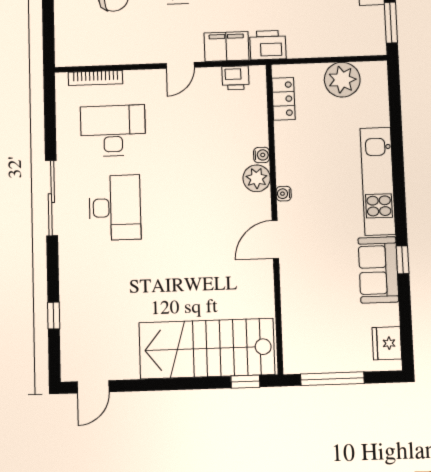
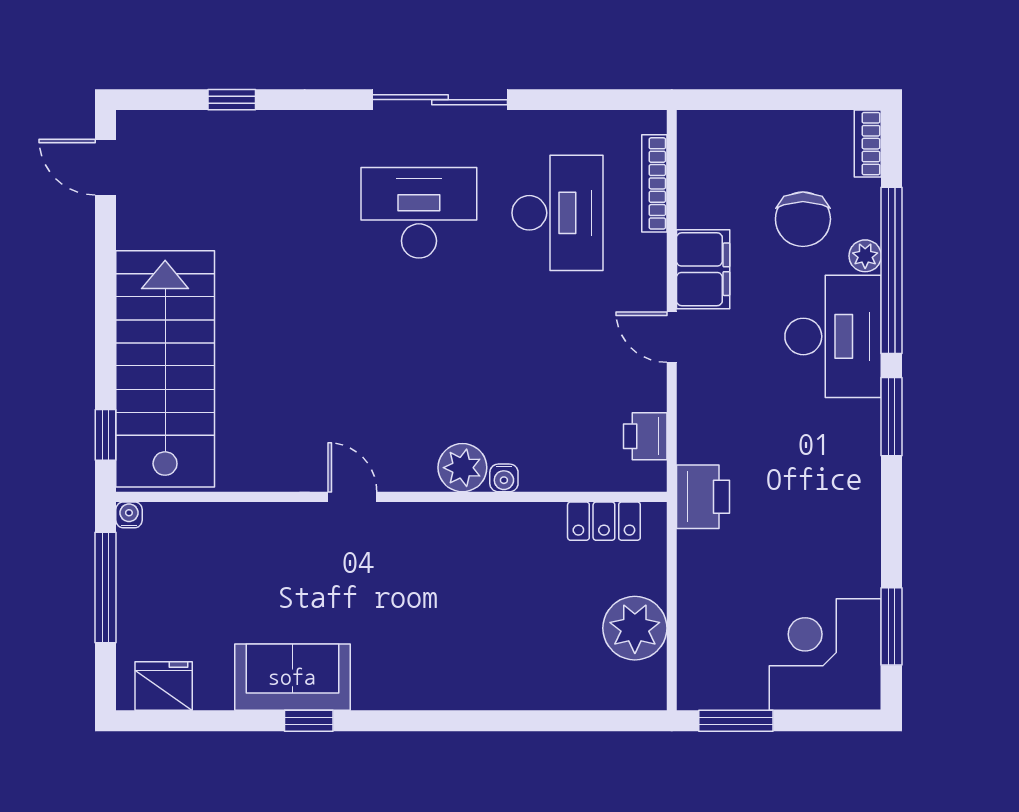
filing cabinet: (226, 46) -> (703, 269), moved
kitchen unit: (378, 181) -> (450, 683), removed
water cooler: (284, 194) -> (129, 515), moved
desk: (115, 208) -> (419, 213), turned 180
door: (275, 239) -> (352, 497), width x0.73

